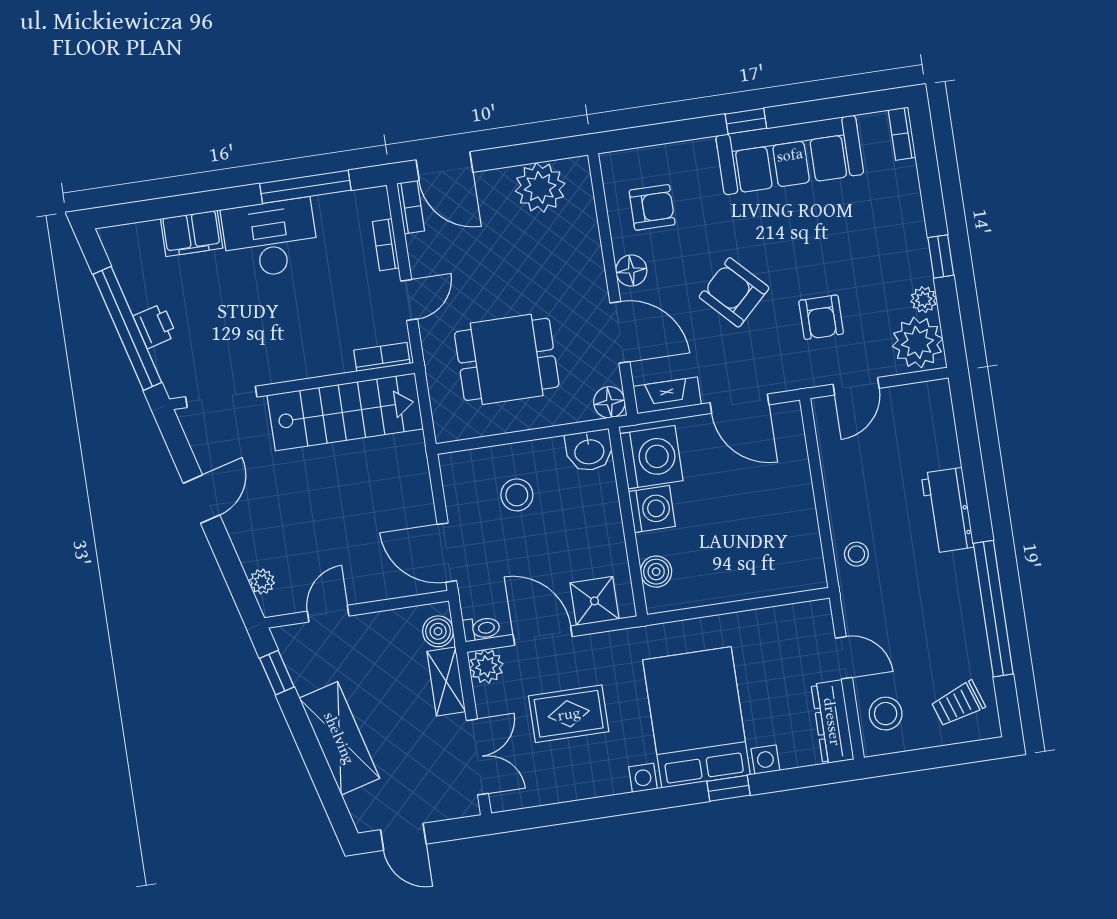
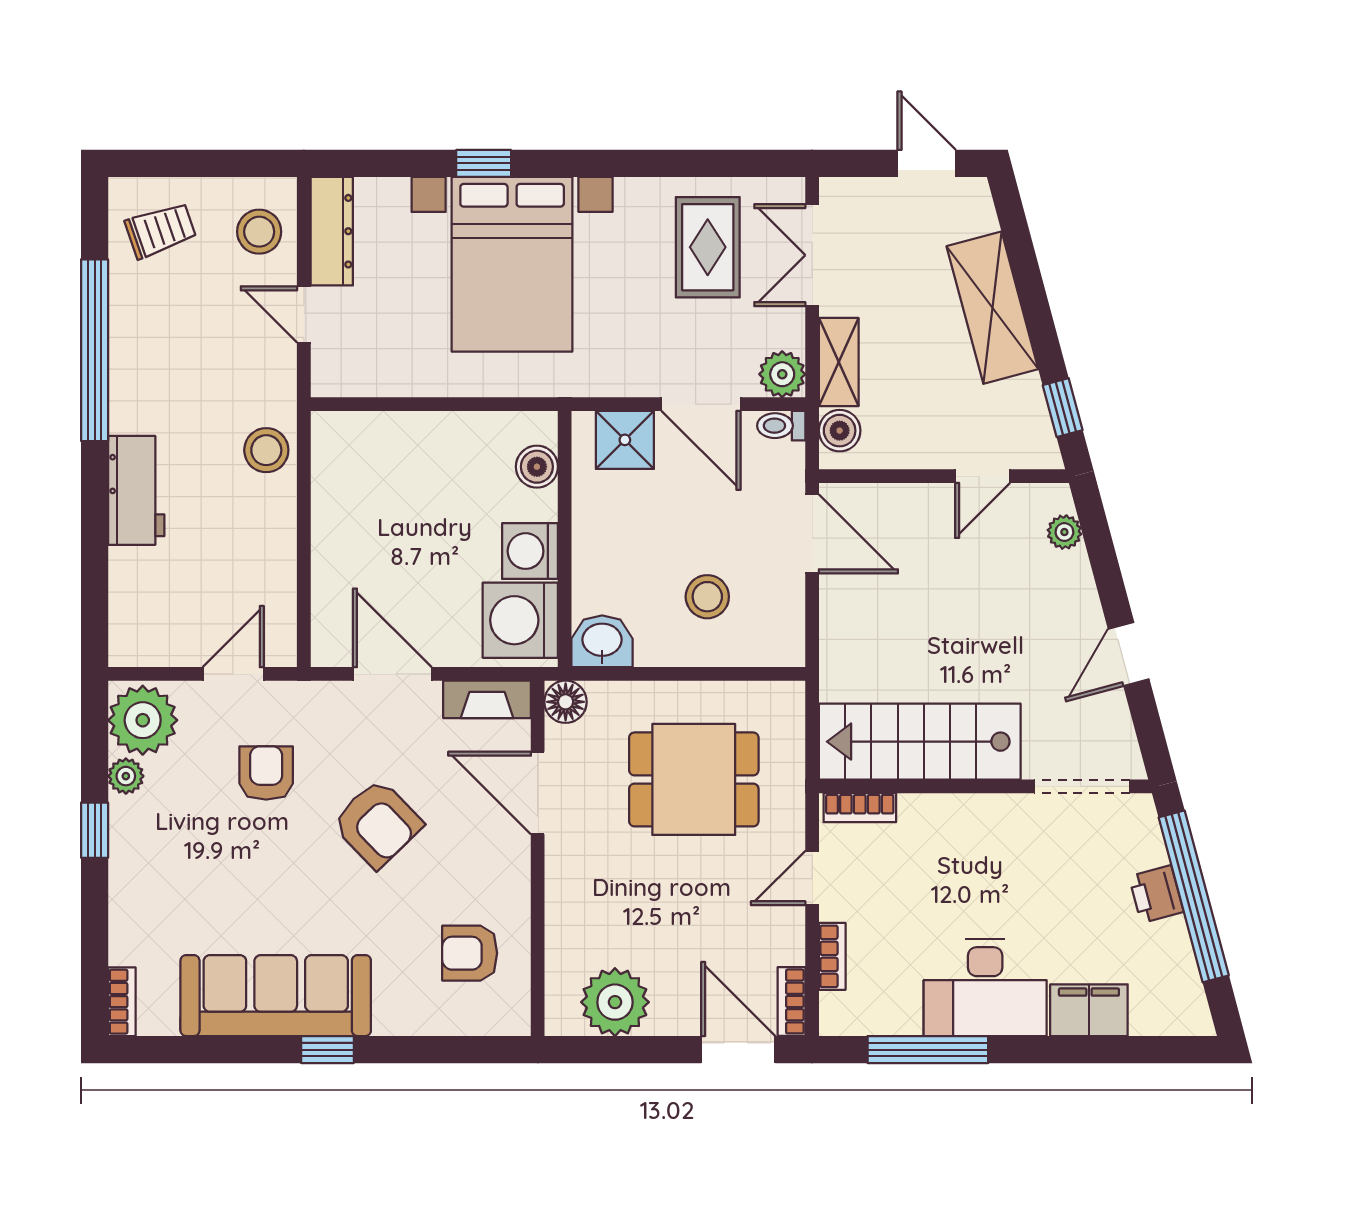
floor lamp: (631, 271) -> (510, 873), removed
stool: (856, 554) -> (266, 450), width x1.37, depth x1.37
rug: (569, 714) -> (708, 247), moved, turned 90

